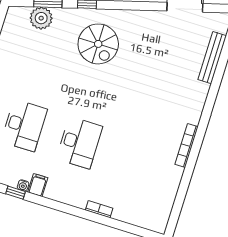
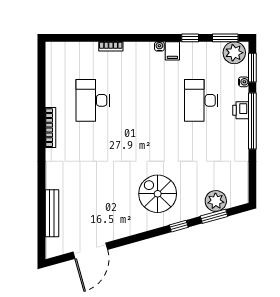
desk: (79, 143) -> (93, 100), moved
water cooler: (23, 185) -> (159, 46), moved

